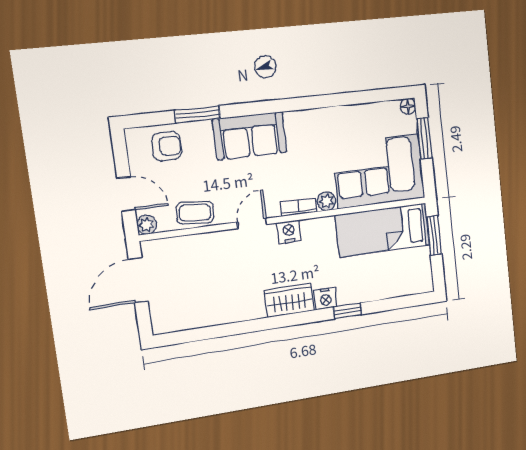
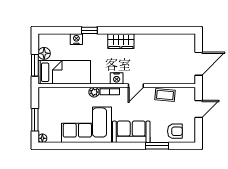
armchair: (167, 146) -> (175, 131), turned 180
corner sofa: (379, 171) -> (87, 125), moved, turned 180
door: (126, 194) -> (199, 109), swing flipped
plant: (147, 225) -> (190, 92), removed
floor lamp: (421, 258) -> (44, 53), added
nightstand: (326, 298) -> (76, 39), moved

